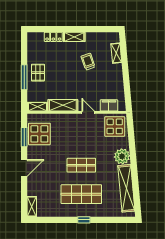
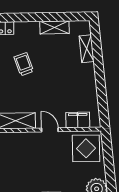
shelving: (74, 37) -> (54, 27), moved
trolley: (88, 62) -> (24, 64), moved

